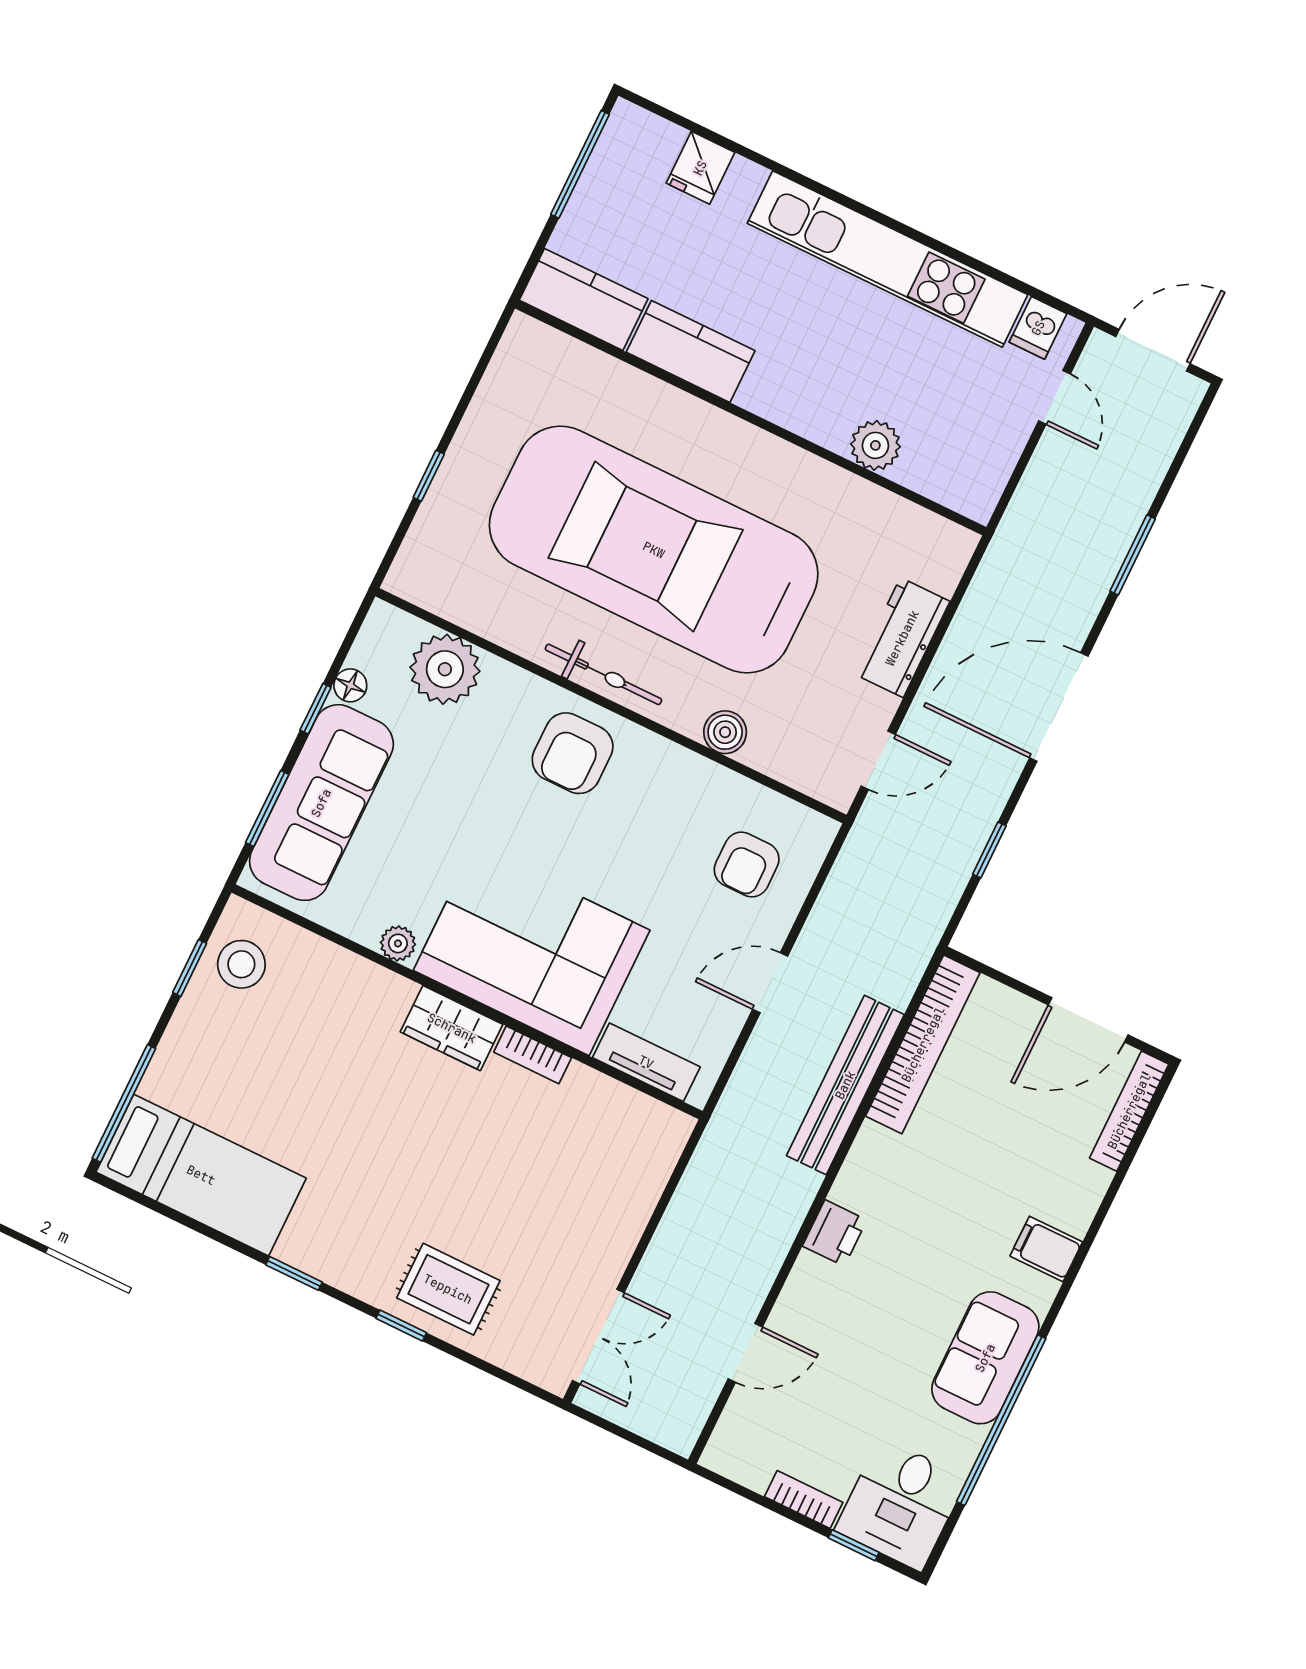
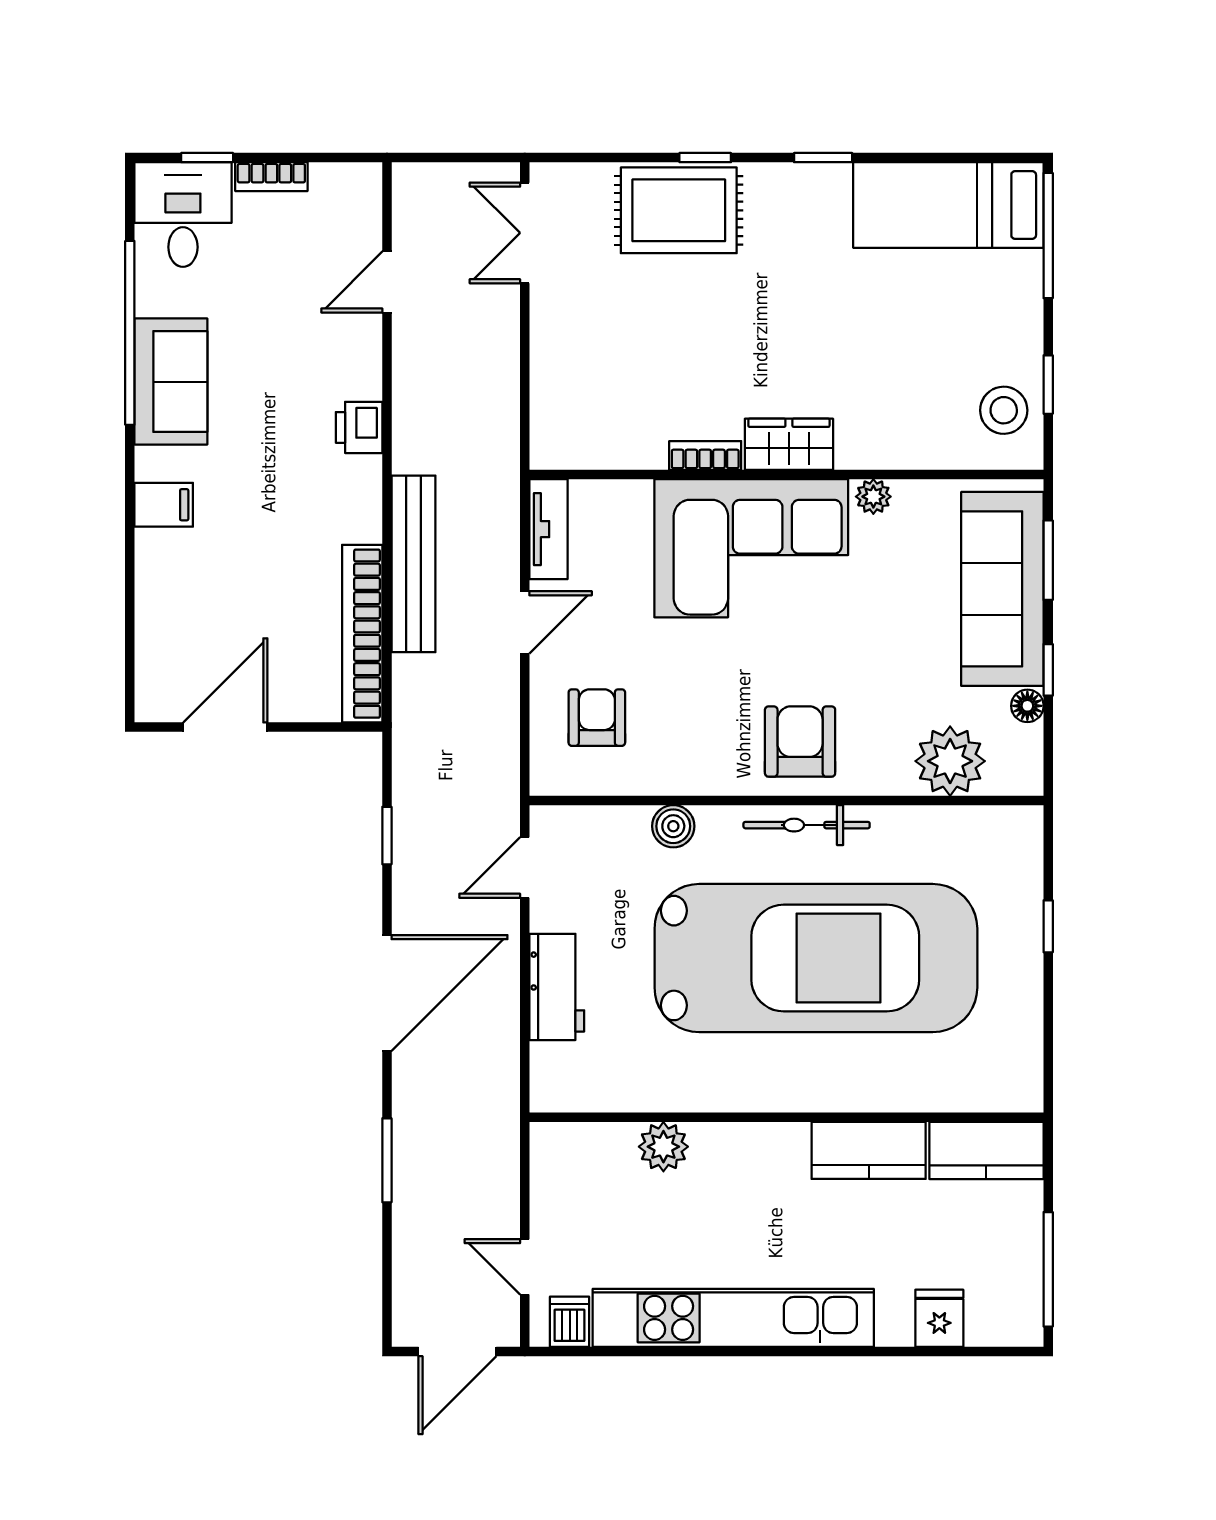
tv unit: (646, 1062) -> (548, 529), moved, turned -90
bookcase: (1129, 1111) -> (149, 663), removed
rug: (448, 1289) -> (679, 210), width x1.36, depth x1.43

